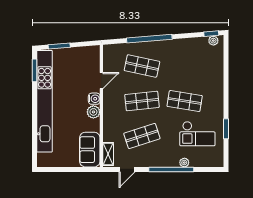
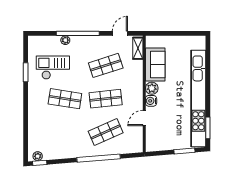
shop shelf: (142, 66) -> (106, 132), turned -36
sofa: (90, 150) -> (155, 64), moved

